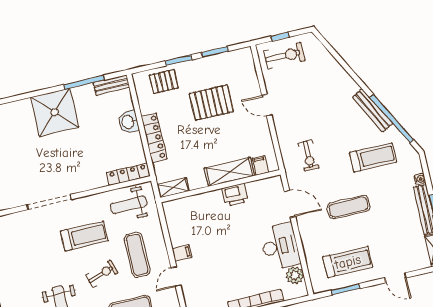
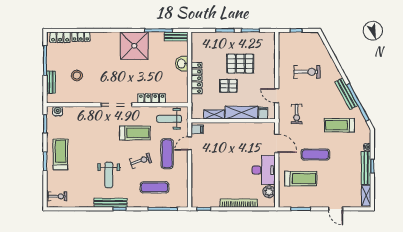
exercise bike: (284, 56) -> (307, 72), moved
pallet: (164, 82) -> (229, 86), moved
door: (267, 105) -> (277, 96), moved
treadmill: (373, 157) -> (339, 125), turned 180
locker: (128, 174) -> (152, 98), moved
shelving: (173, 188) -> (214, 114), moved
printer: (235, 195) -> (242, 129), removed
filing cabinet: (182, 253) -> (197, 129), moved
treadmill: (348, 262) -> (301, 179), moved
door: (176, 277) -> (190, 143), moved

